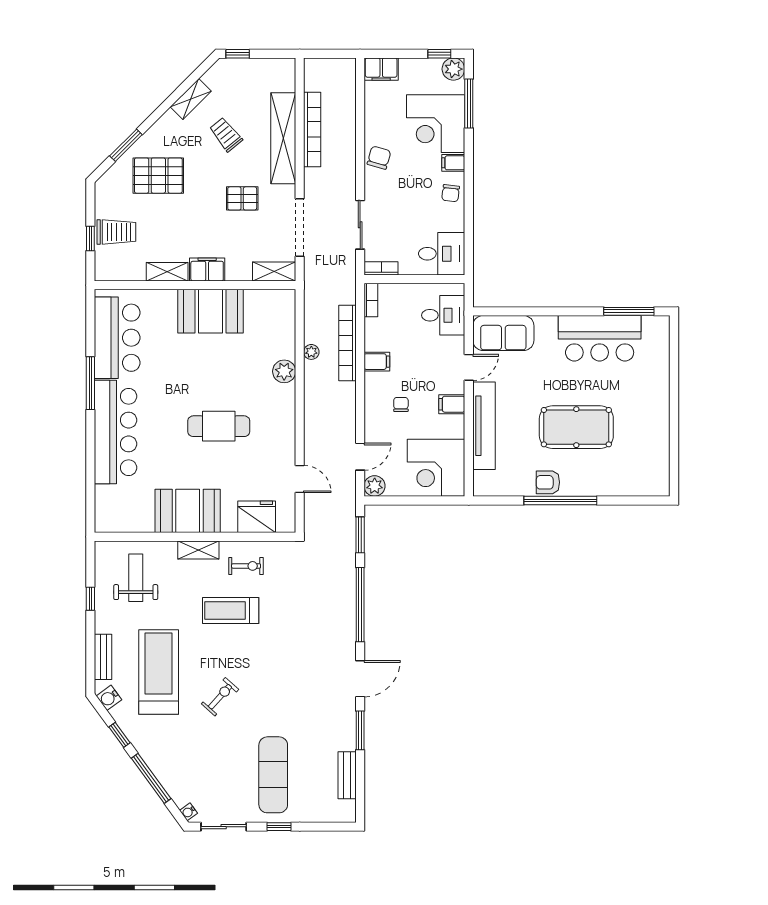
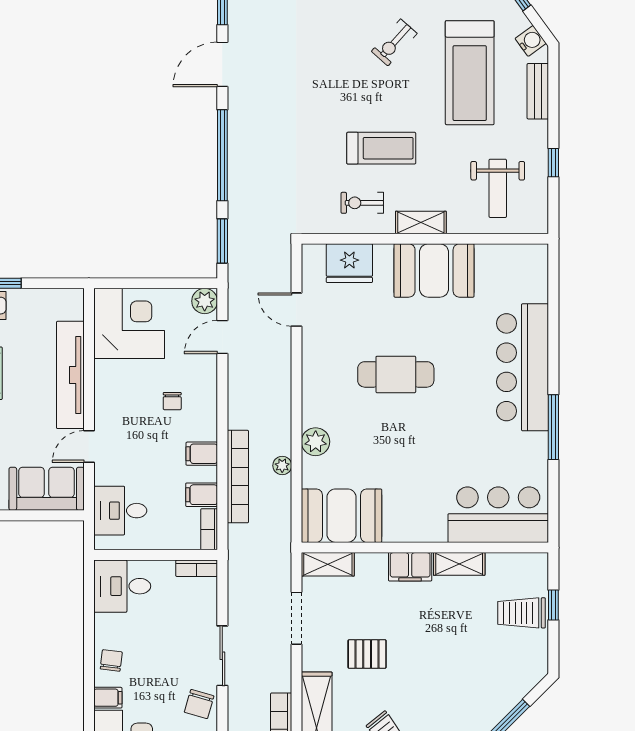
pallet: (158, 176) -> (470, 682), removed
sliding door: (360, 225) -> (222, 656), moved
doorway: (300, 228) -> (296, 618), width x0.73
booth: (210, 311) -> (341, 516), moved
bar counter: (117, 338) -> (498, 515), moved, turned 90
filing cabinet: (452, 404) -> (202, 495), moved, turned 180

